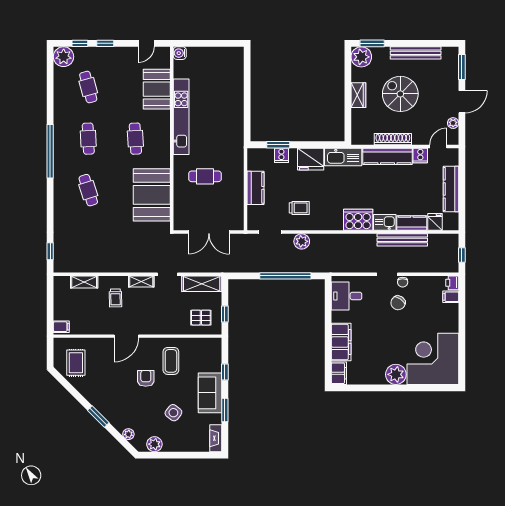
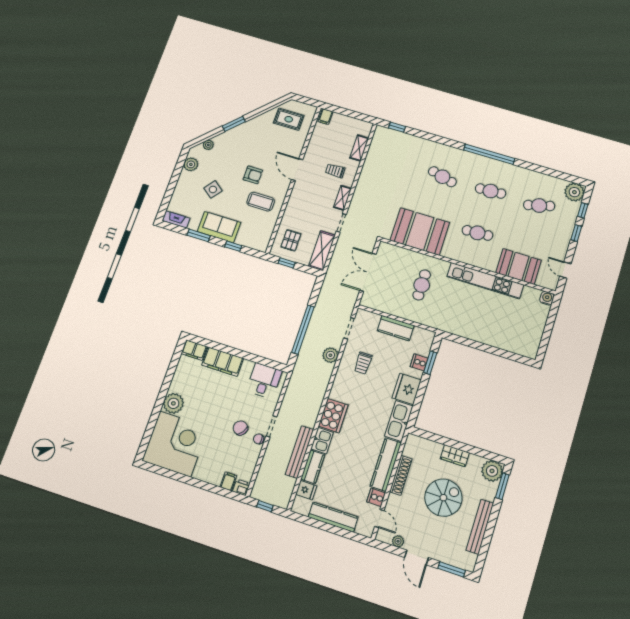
cafe table: (88, 190) -> (442, 177), turned 33

